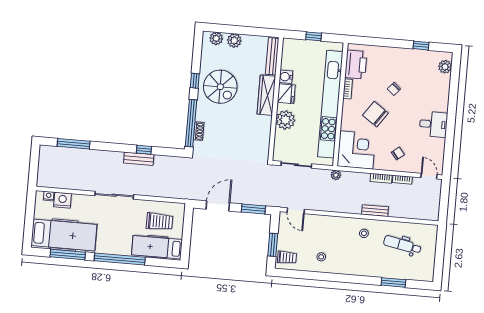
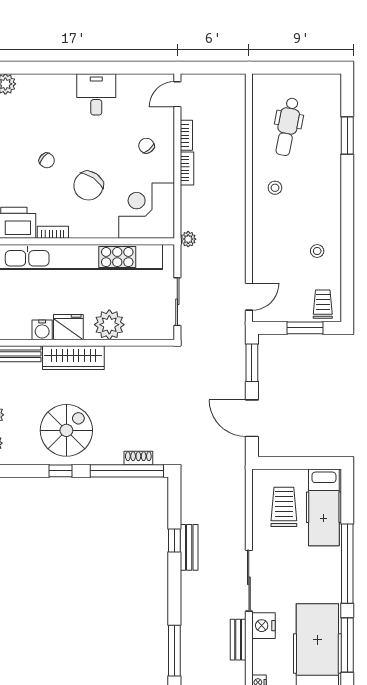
nightstand: (63, 200) -> (264, 626), moved
bench: (375, 211) -> (238, 640), moved

